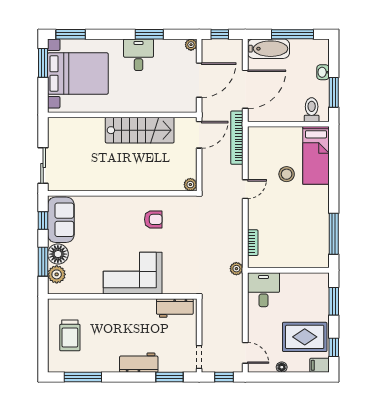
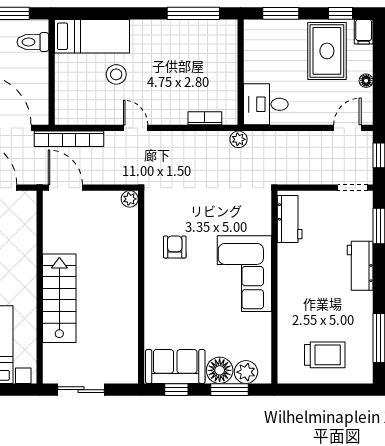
stairs: (140, 130) -> (59, 298), moved
sliding door: (43, 165) -> (81, 390), moved

